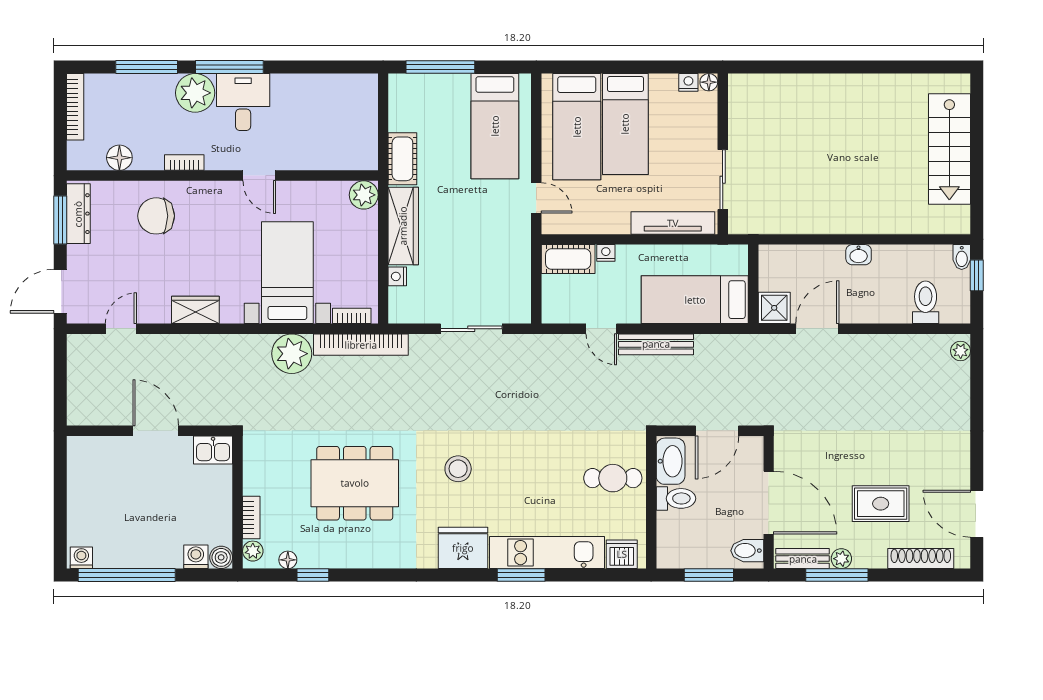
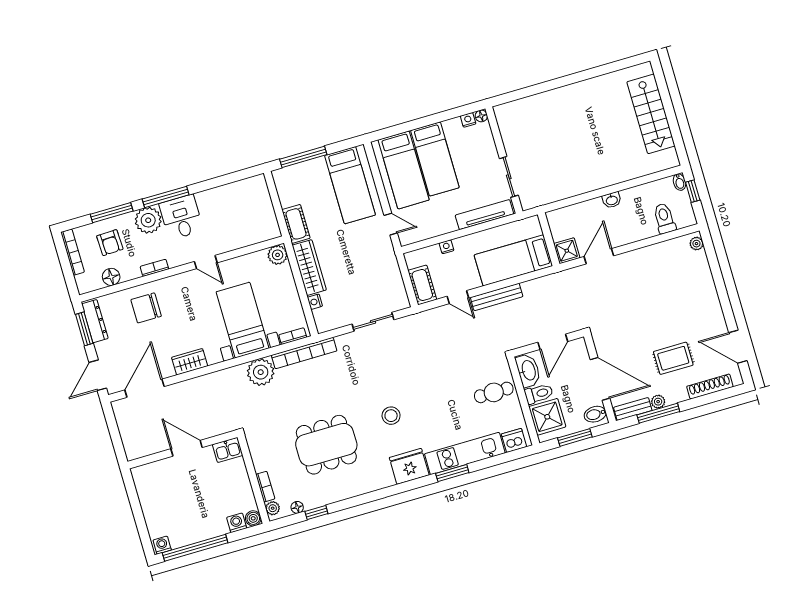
armchair: (132, 109) -> (110, 243), added
cot: (568, 259) -> (422, 285), moved, turned 90
door: (121, 329) -> (145, 388), width x1.87
shower: (678, 535) -> (547, 417), added

